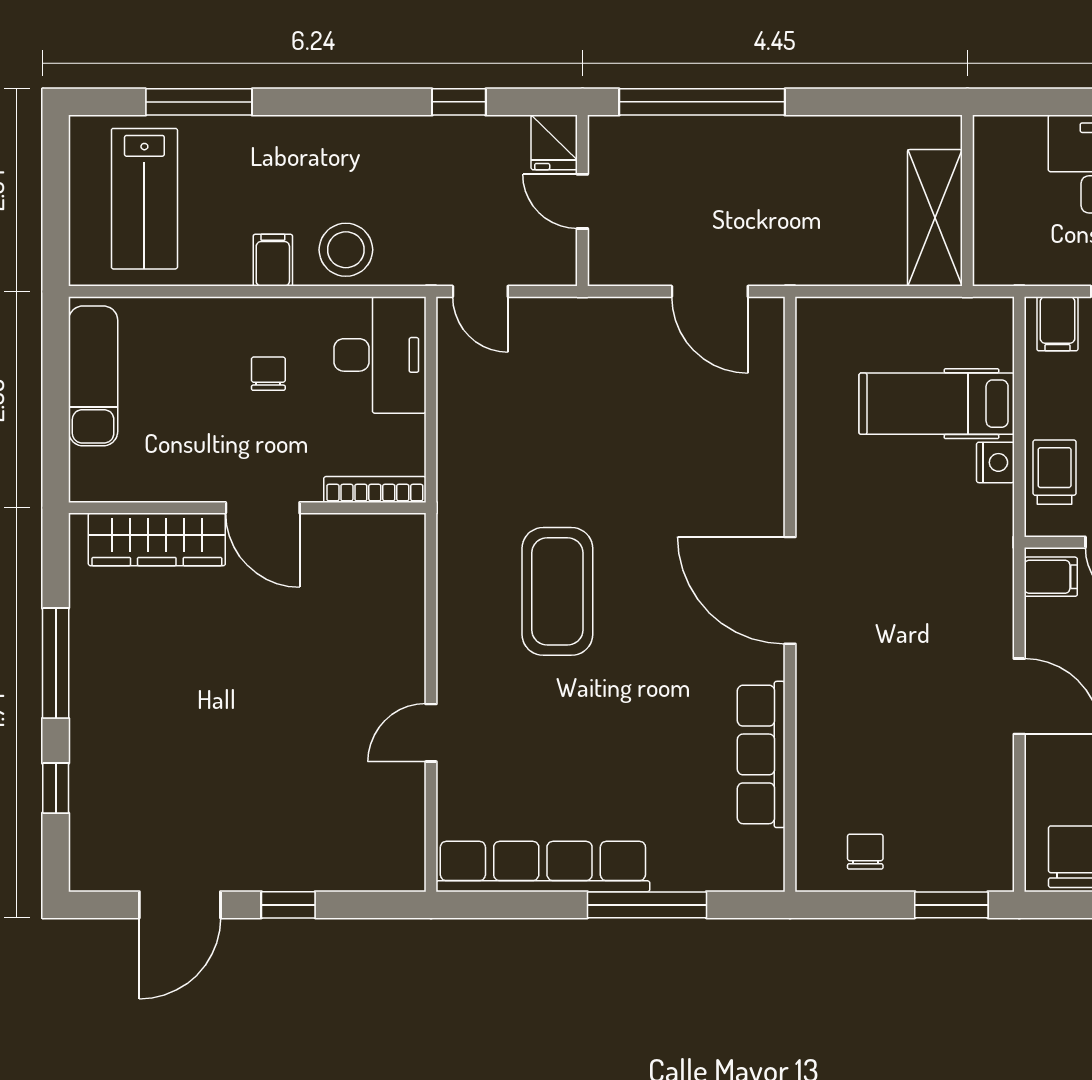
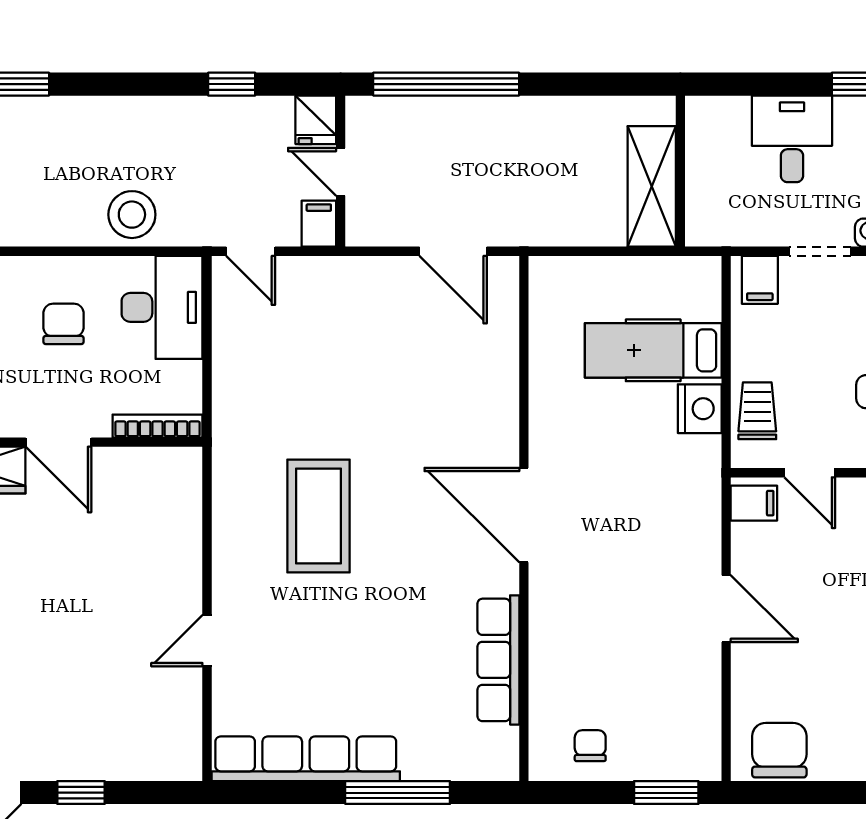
filing cabinet: (273, 260) -> (319, 224), moved
chair: (268, 374) -> (63, 324), width x1.37, depth x1.37
nightstand: (995, 462) -> (700, 409), width x1.36, depth x1.33

